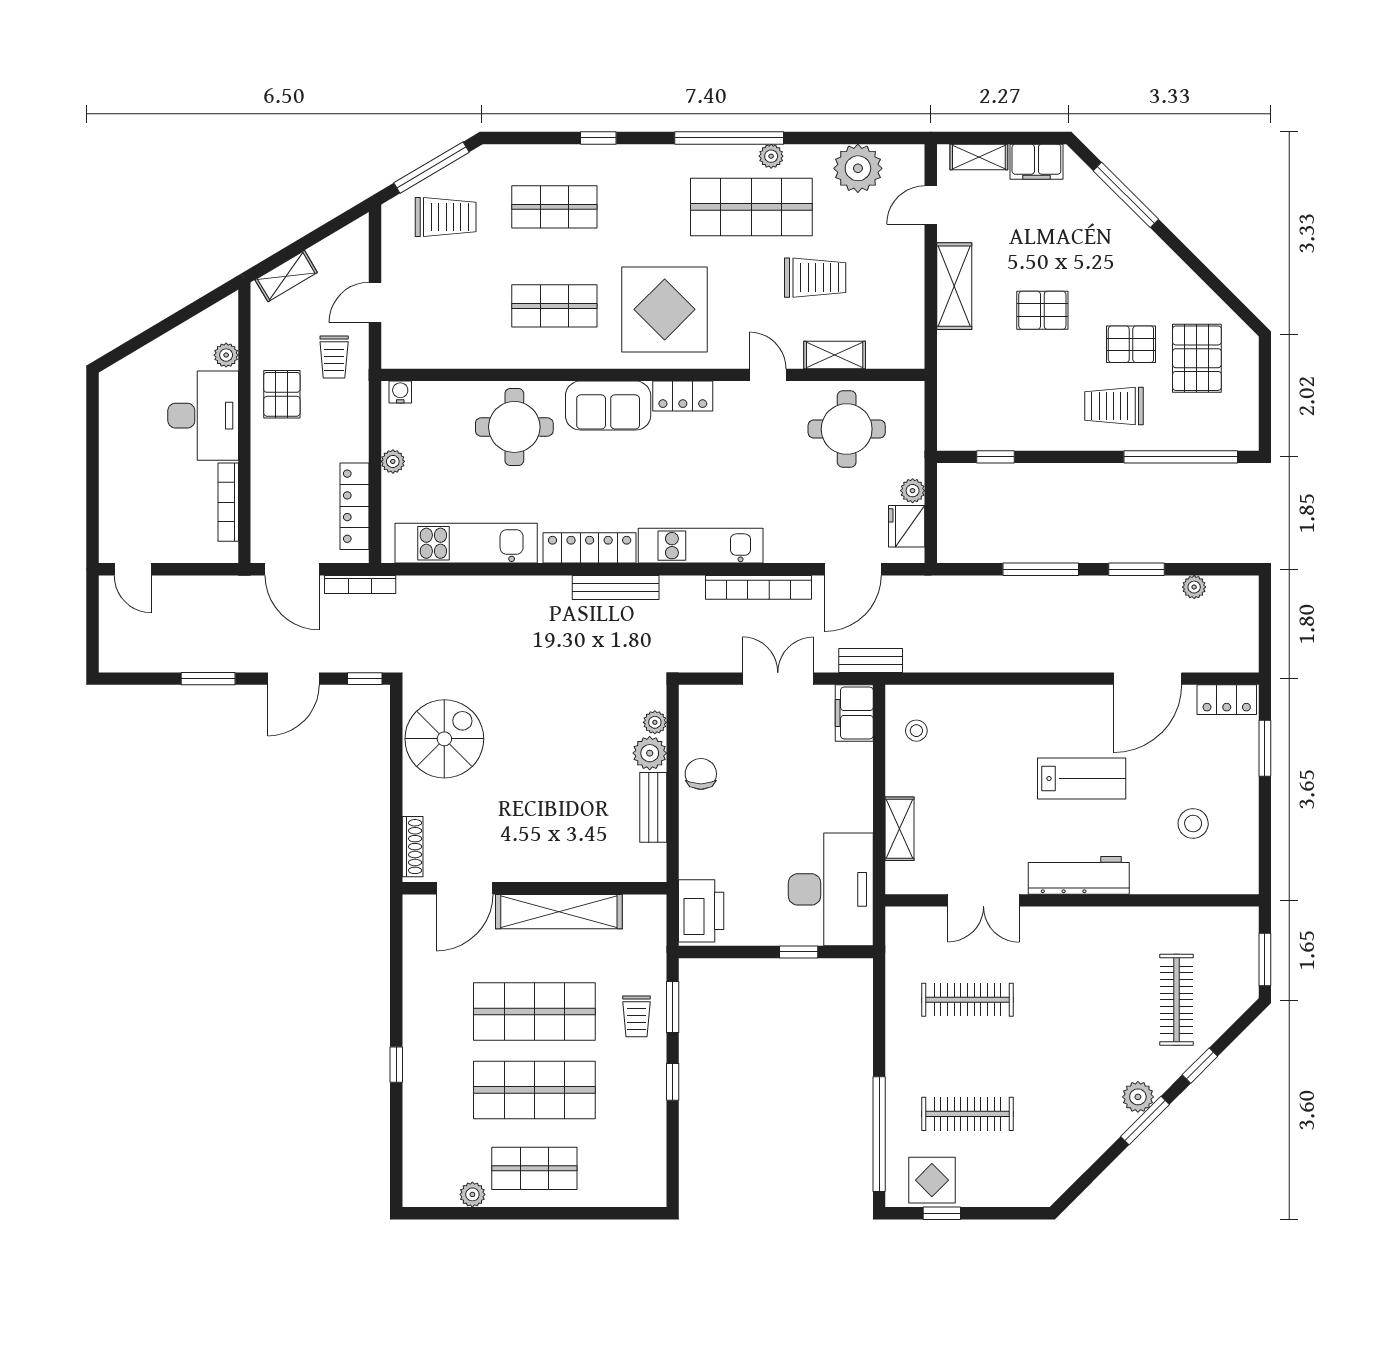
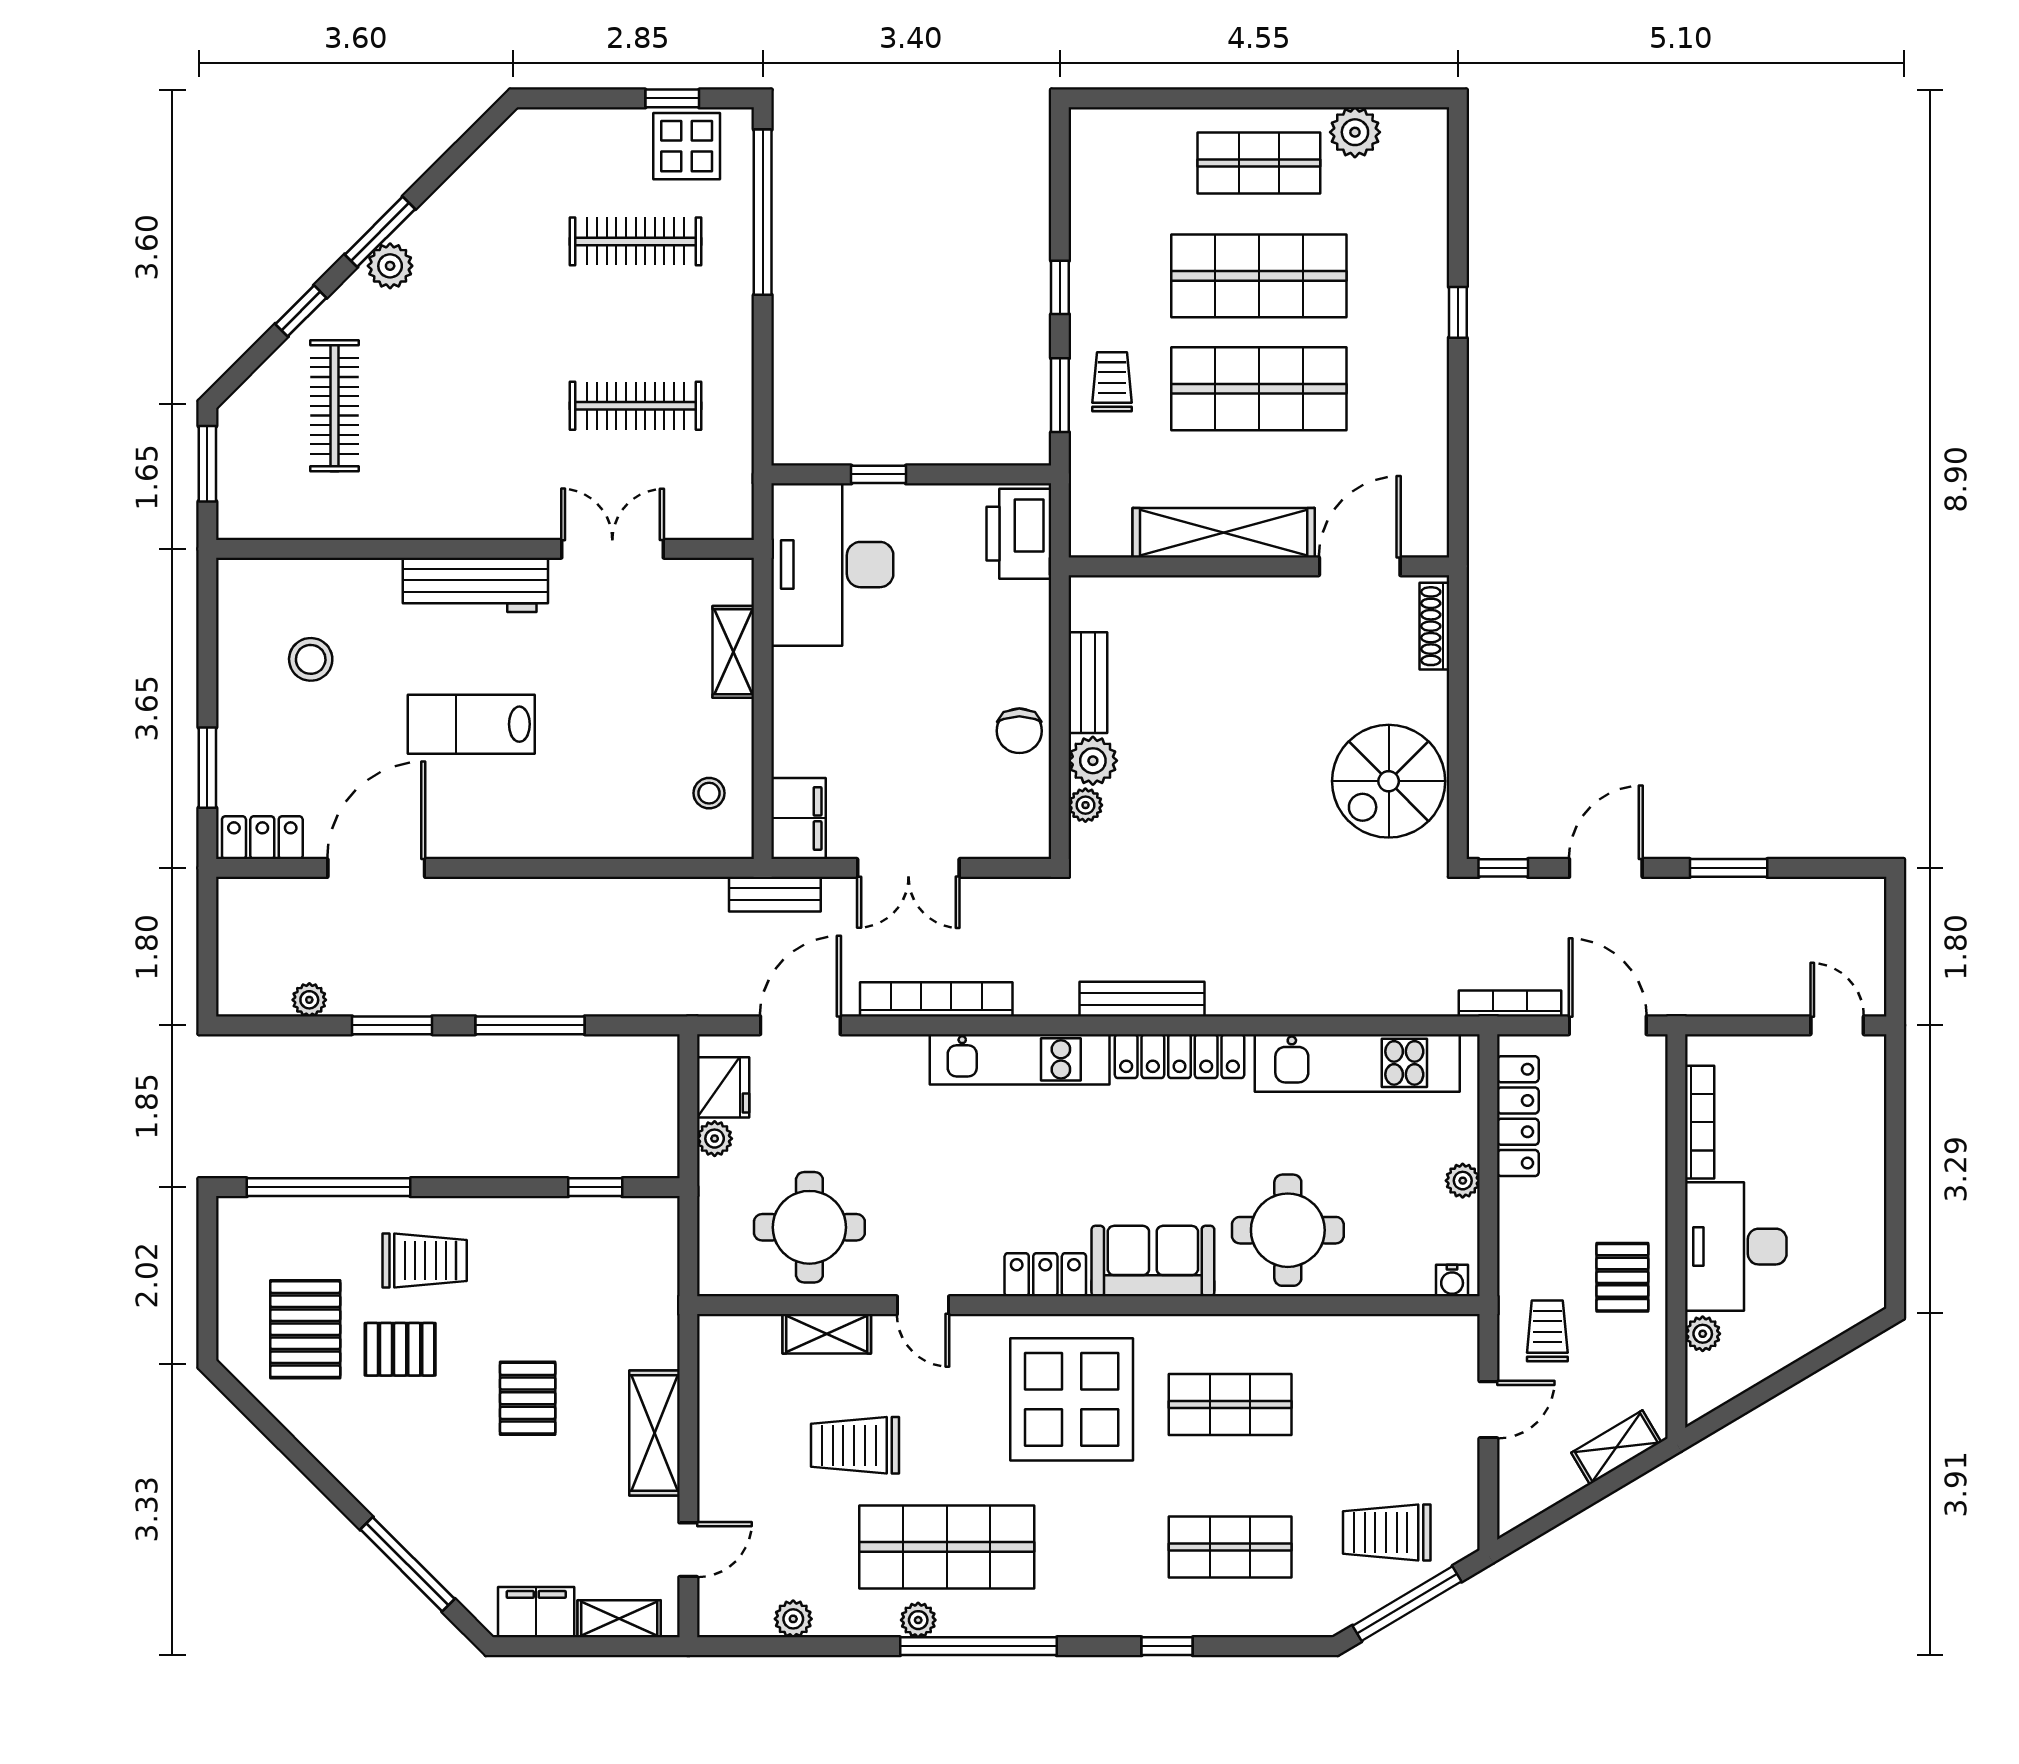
plant: (858, 168) -> (793, 1619), width x0.53, depth x0.53
pallet: (1042, 310) -> (528, 1398), turned 90
plant: (472, 1194) -> (1355, 132), width x1.38, depth x1.38

